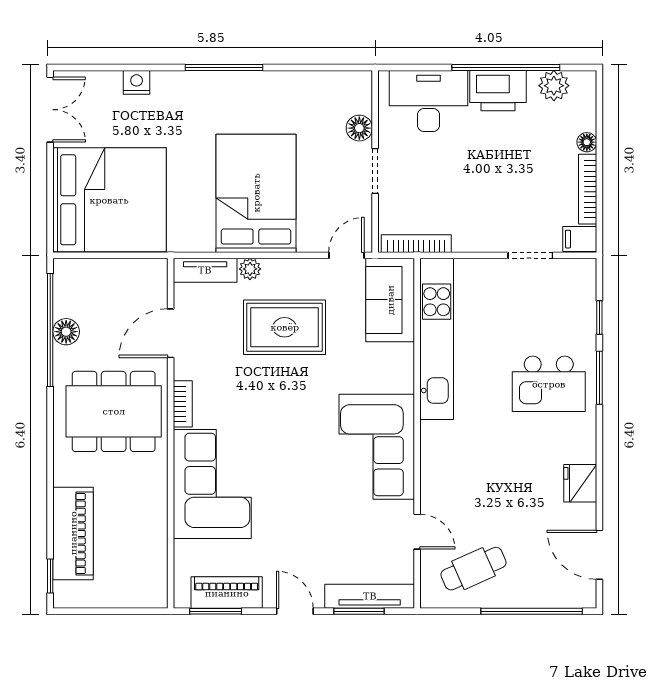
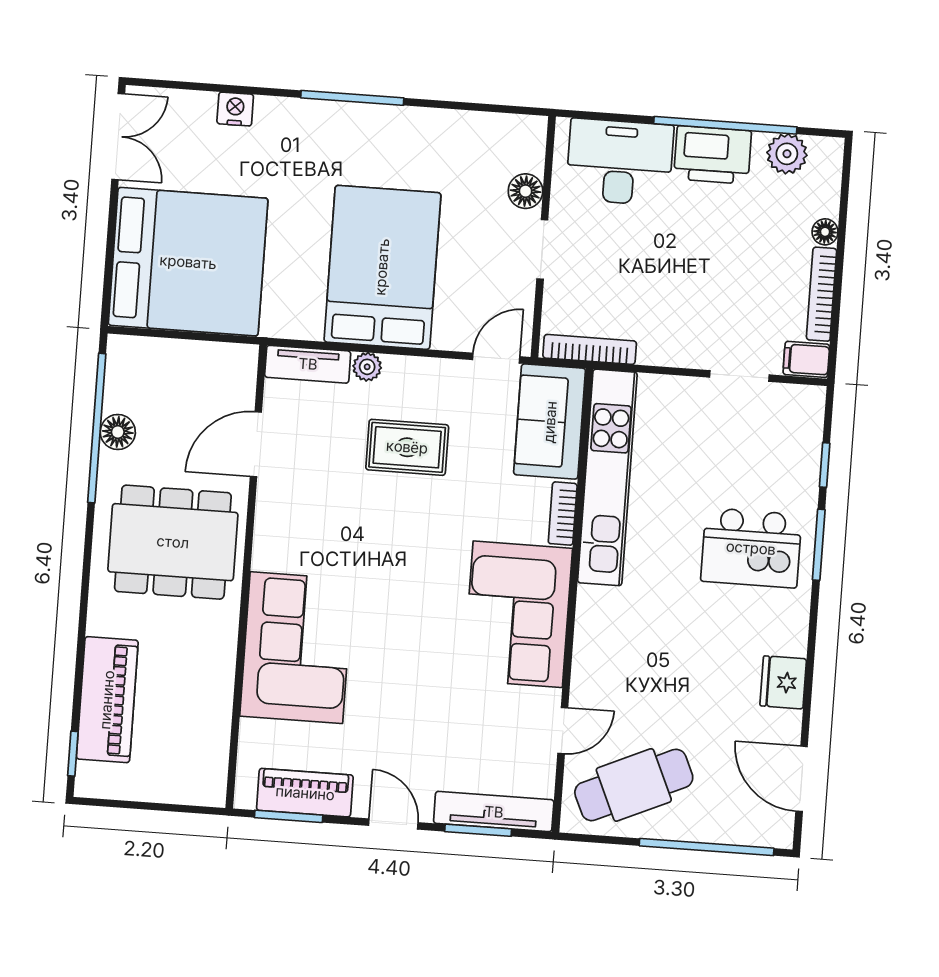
rug: (285, 327) -> (407, 447), width x0.73, depth x0.70
bookcase: (183, 404) -> (563, 514), moved, turned 180
door: (417, 532) -> (563, 731), hinge flipped
cafe table: (474, 569) -> (634, 785), width x1.37, depth x1.35

